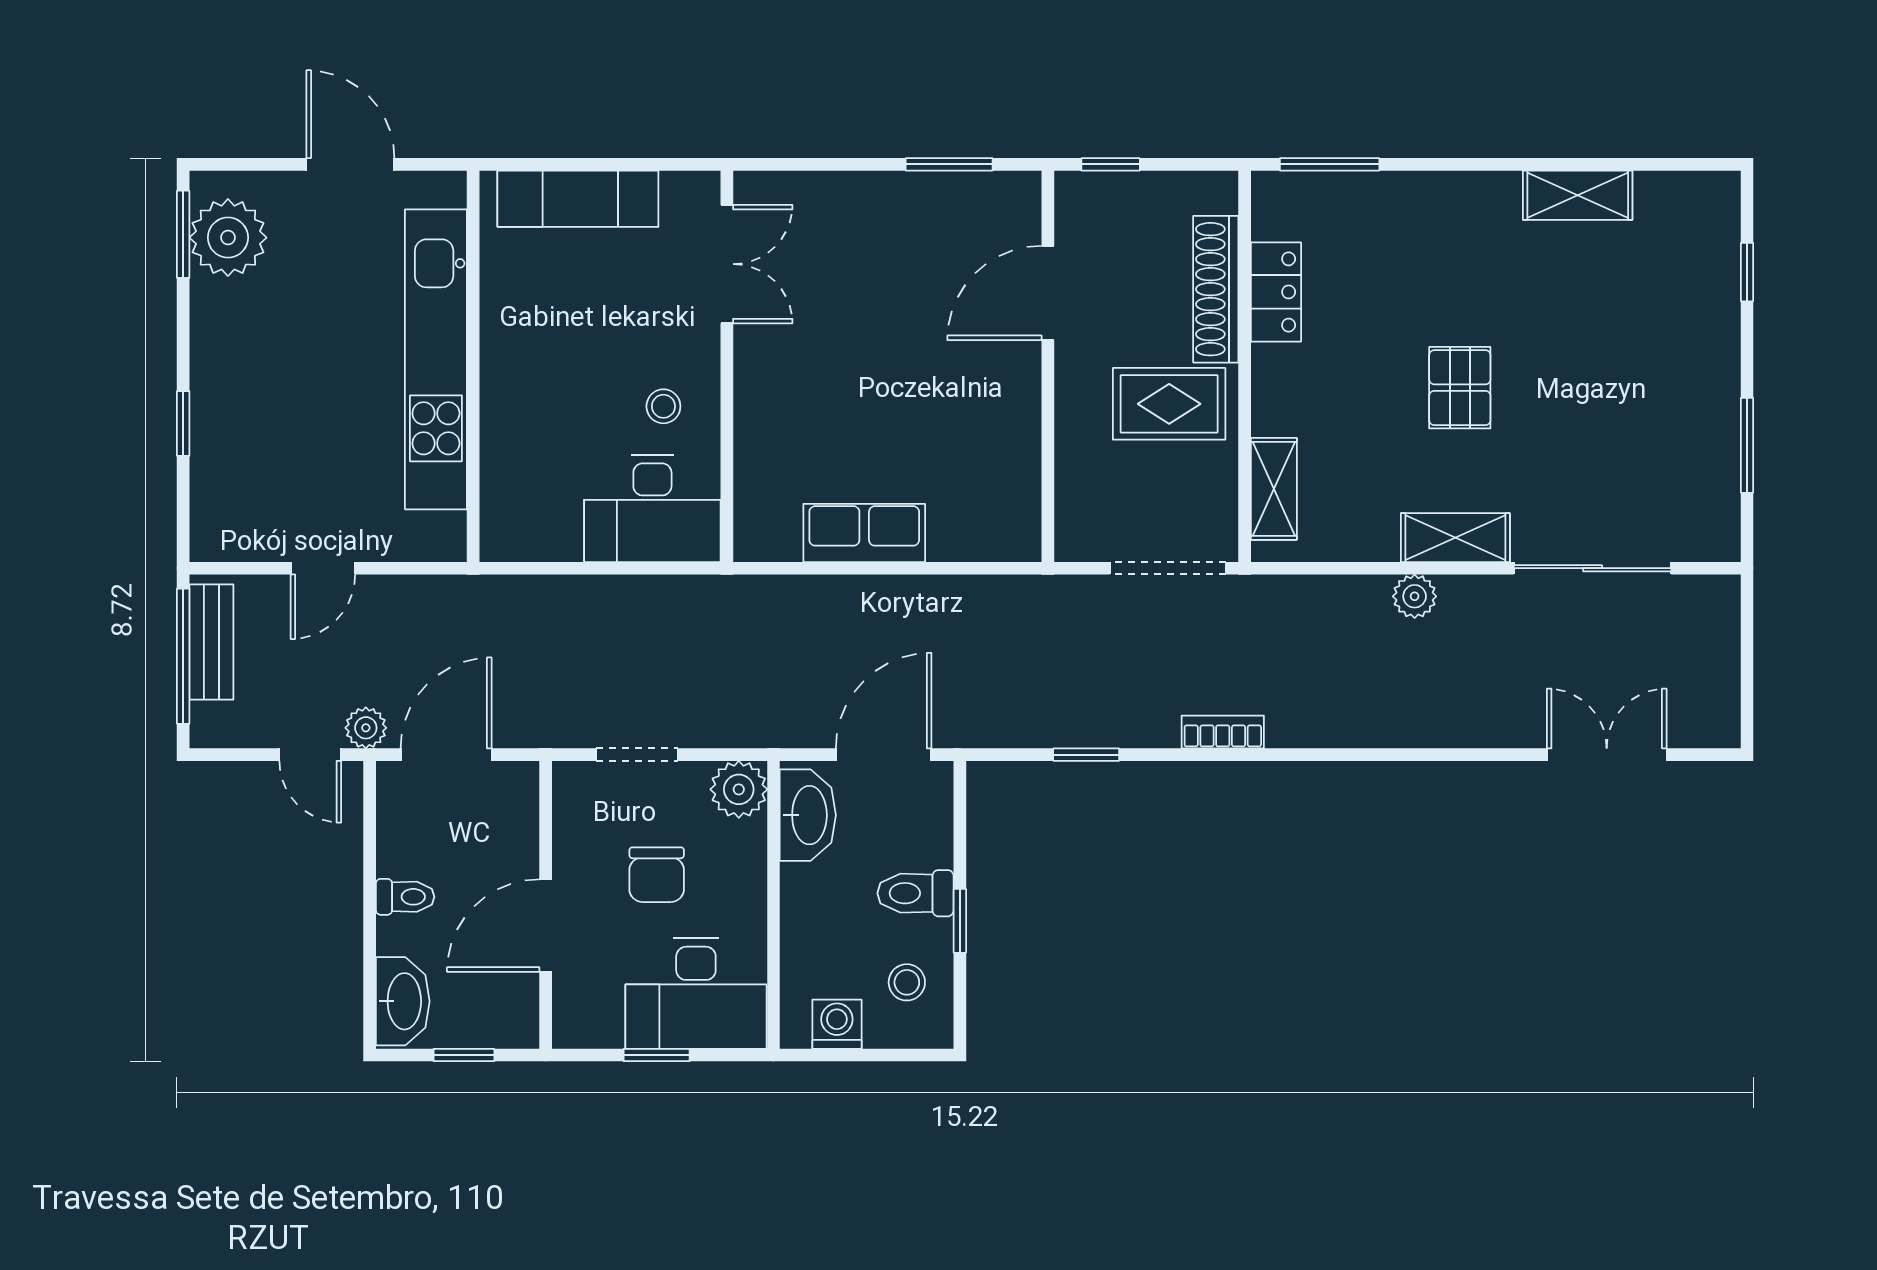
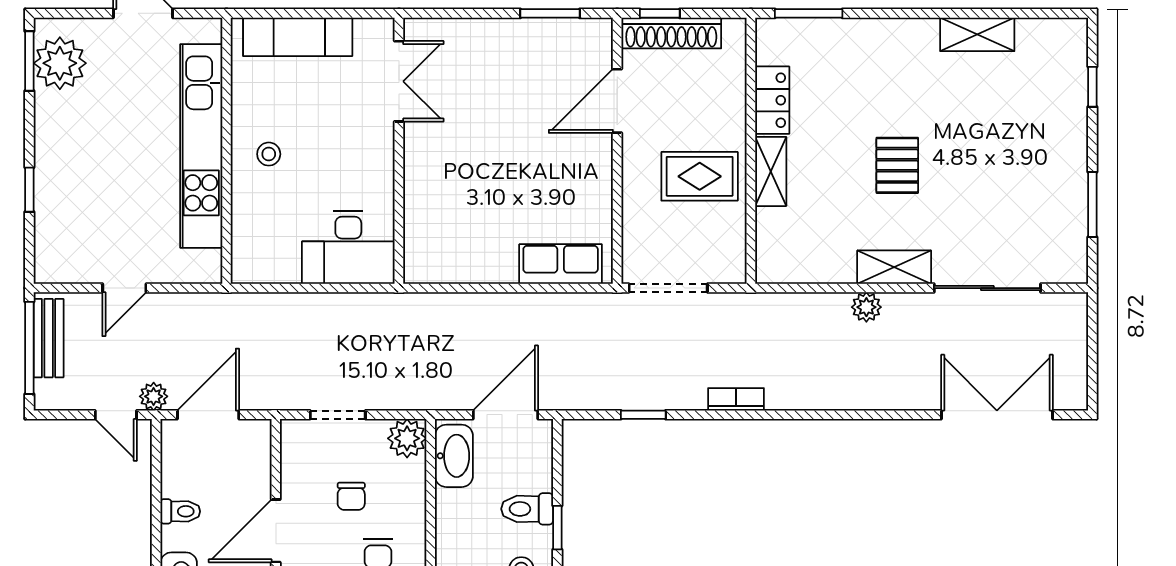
shoe rack: (1216, 289) -> (671, 33), moved, turned -90
stool: (663, 406) -> (269, 154), moved
shelving: (1274, 489) -> (771, 171), moved
row of seats: (864, 533) -> (561, 264), moved
doorway: (1168, 568) -> (668, 288), moved
double door: (1607, 755) -> (997, 415), width x1.37
chair: (657, 875) -> (351, 496), width x0.73, depth x0.73

